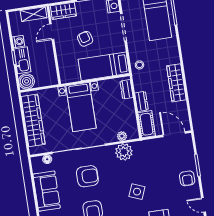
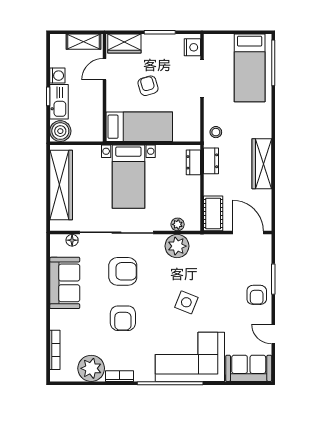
bed: (104, 66) -> (139, 127), moved, turned 180
dresser: (141, 101) -> (211, 161), moved

